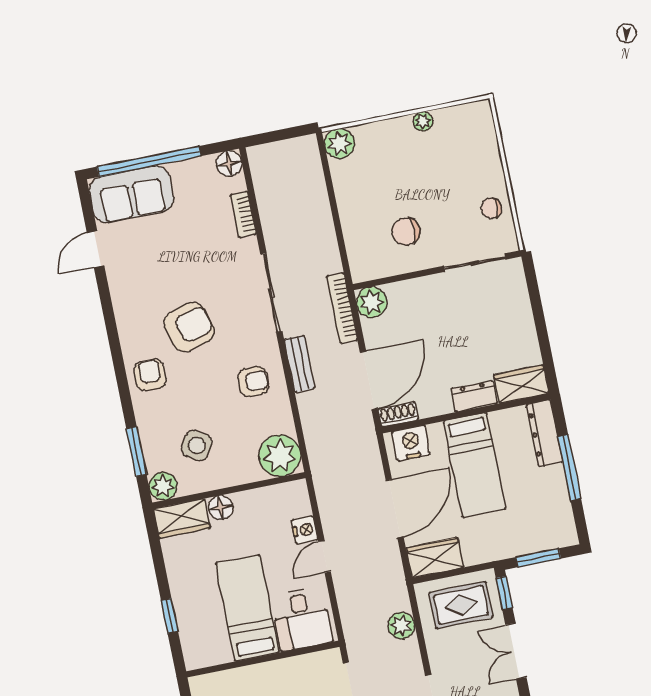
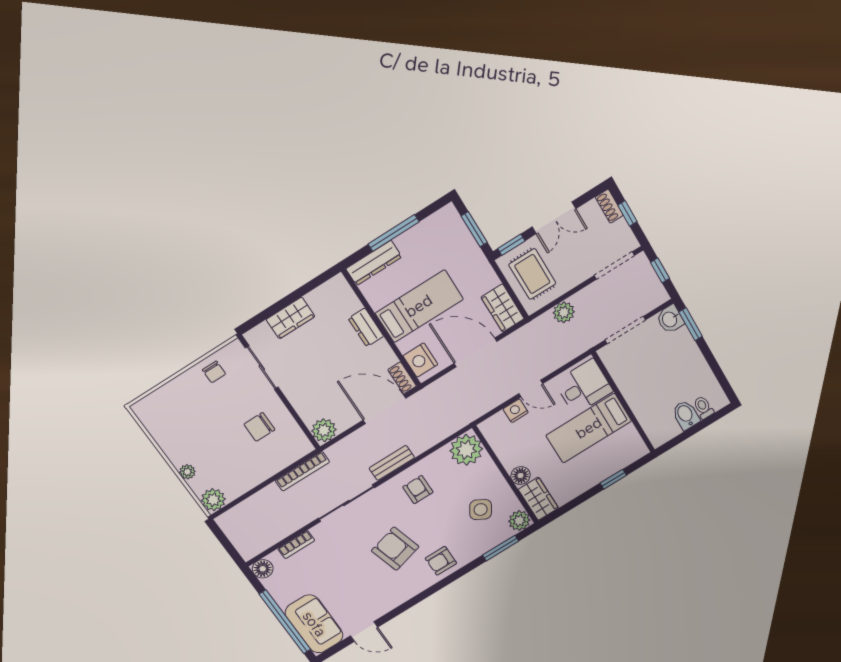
plant: (423, 121) -> (187, 472), moved
chair: (406, 232) -> (259, 427), turned 90
bookcase: (342, 308) -> (302, 471), moved
wardrobe: (521, 384) -> (290, 318), moved, turned -90

